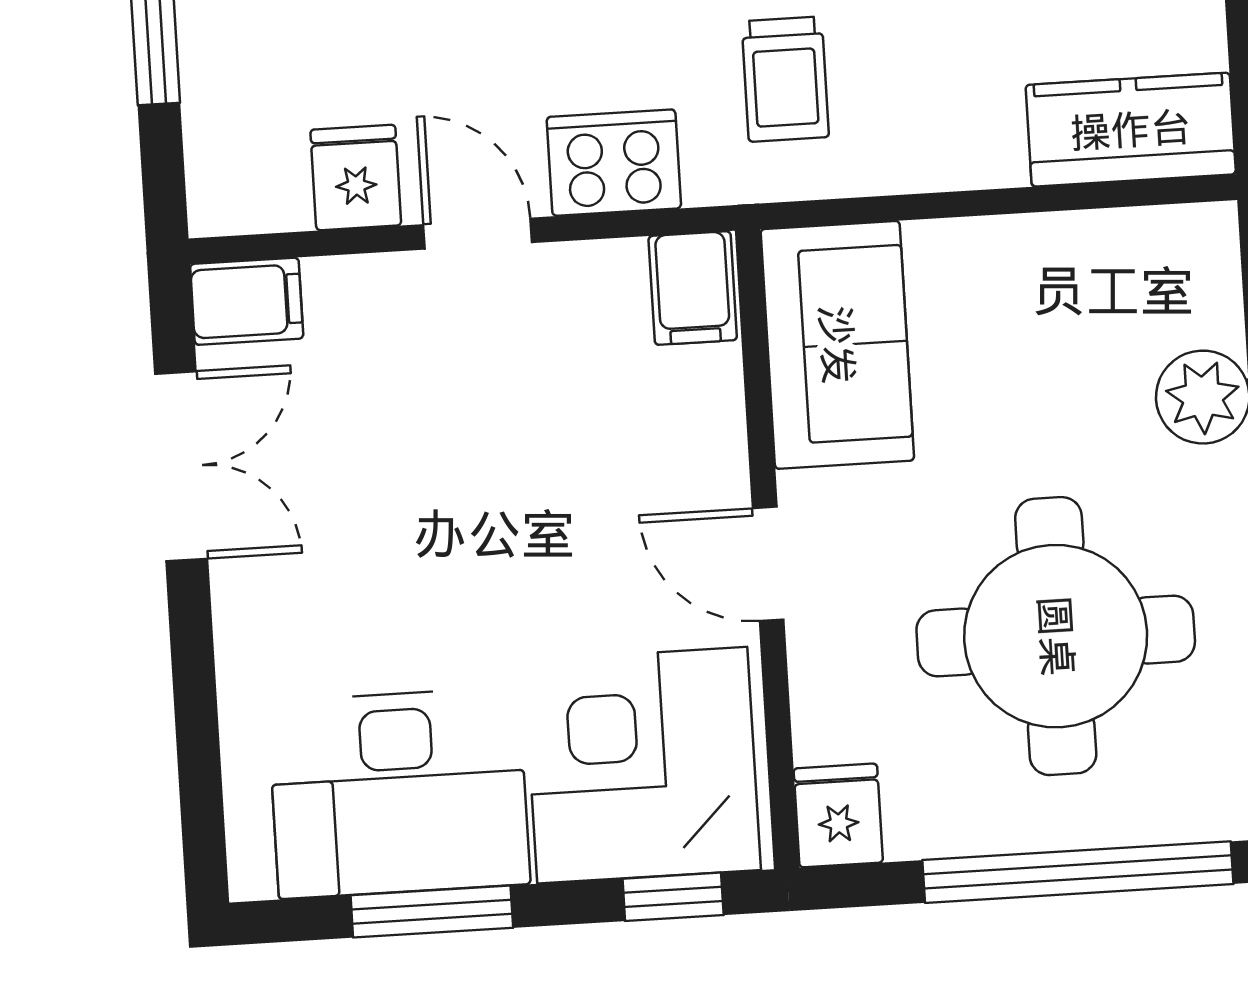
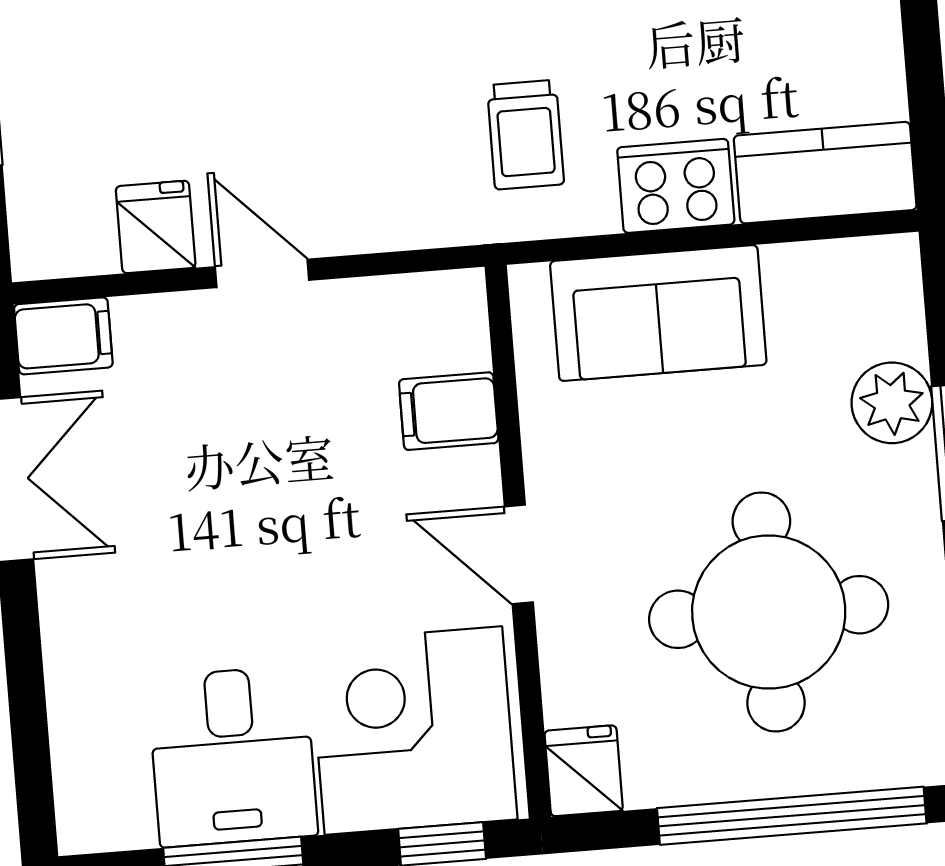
cooker: (614, 163) -> (676, 186), moved
filing cabinet: (693, 288) -> (449, 411), moved, turned 90
sofa: (837, 345) -> (658, 313), moved, turned 90
desk: (399, 793) -> (233, 756), width x0.73

